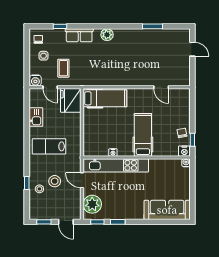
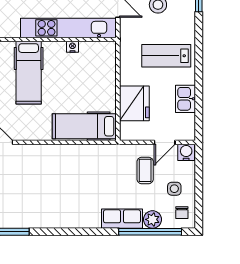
window: (60, 26) -> (150, 232), width x3.17
plant: (107, 35) -> (153, 219), moved
door: (50, 87) -> (165, 142), swing flipped
fridge: (71, 100) -> (134, 103), moved
lab bench: (49, 146) -> (166, 56), turned 180

